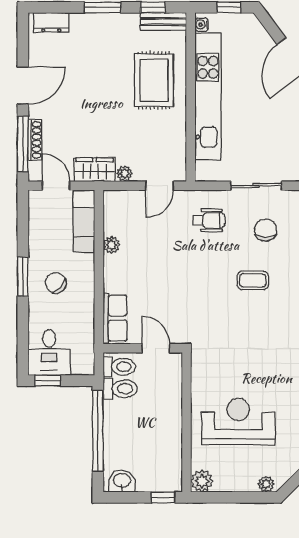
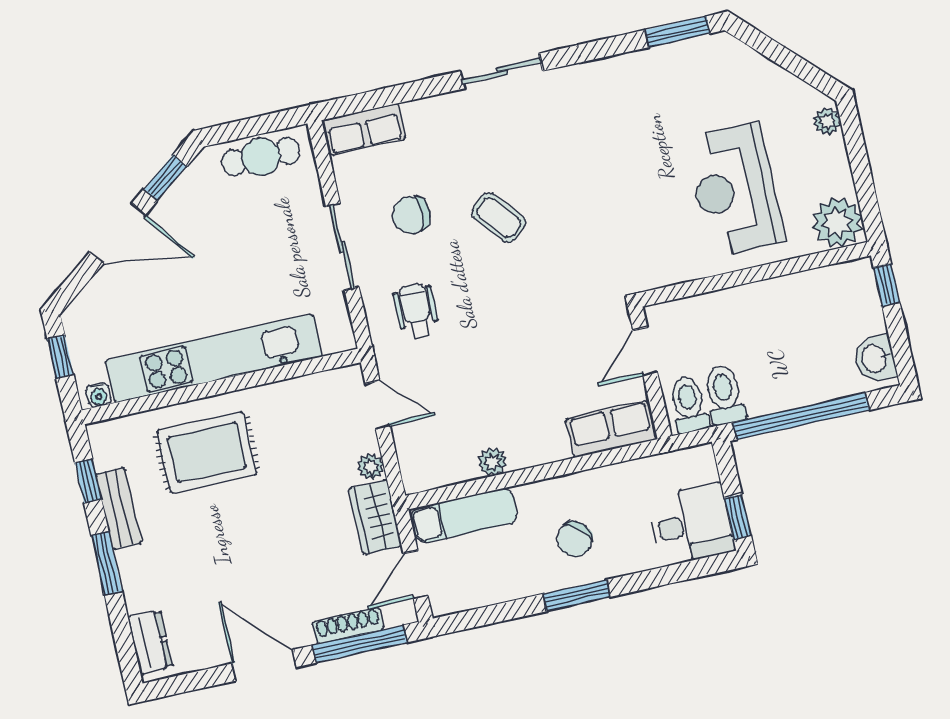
bench: (163, 21) -> (119, 509), moved
coffee table: (253, 280) -> (499, 218), turned -40
plant: (202, 481) -> (837, 222), width x1.36, depth x1.36

